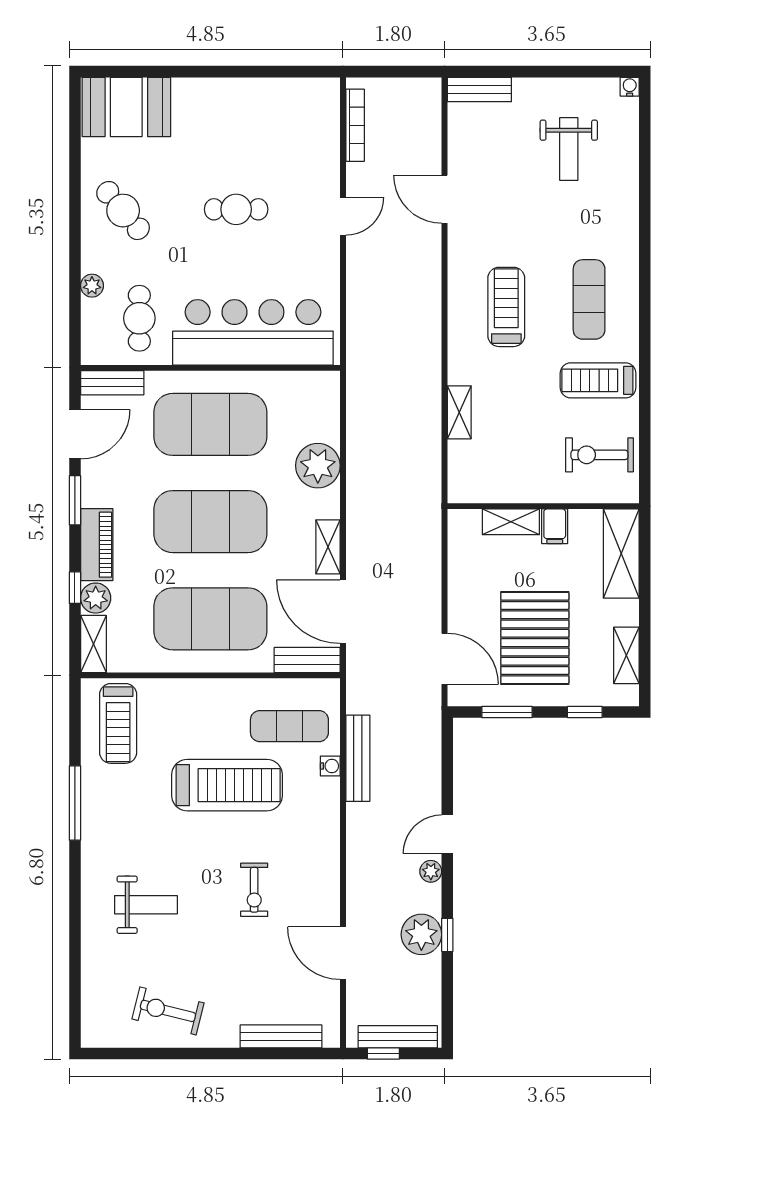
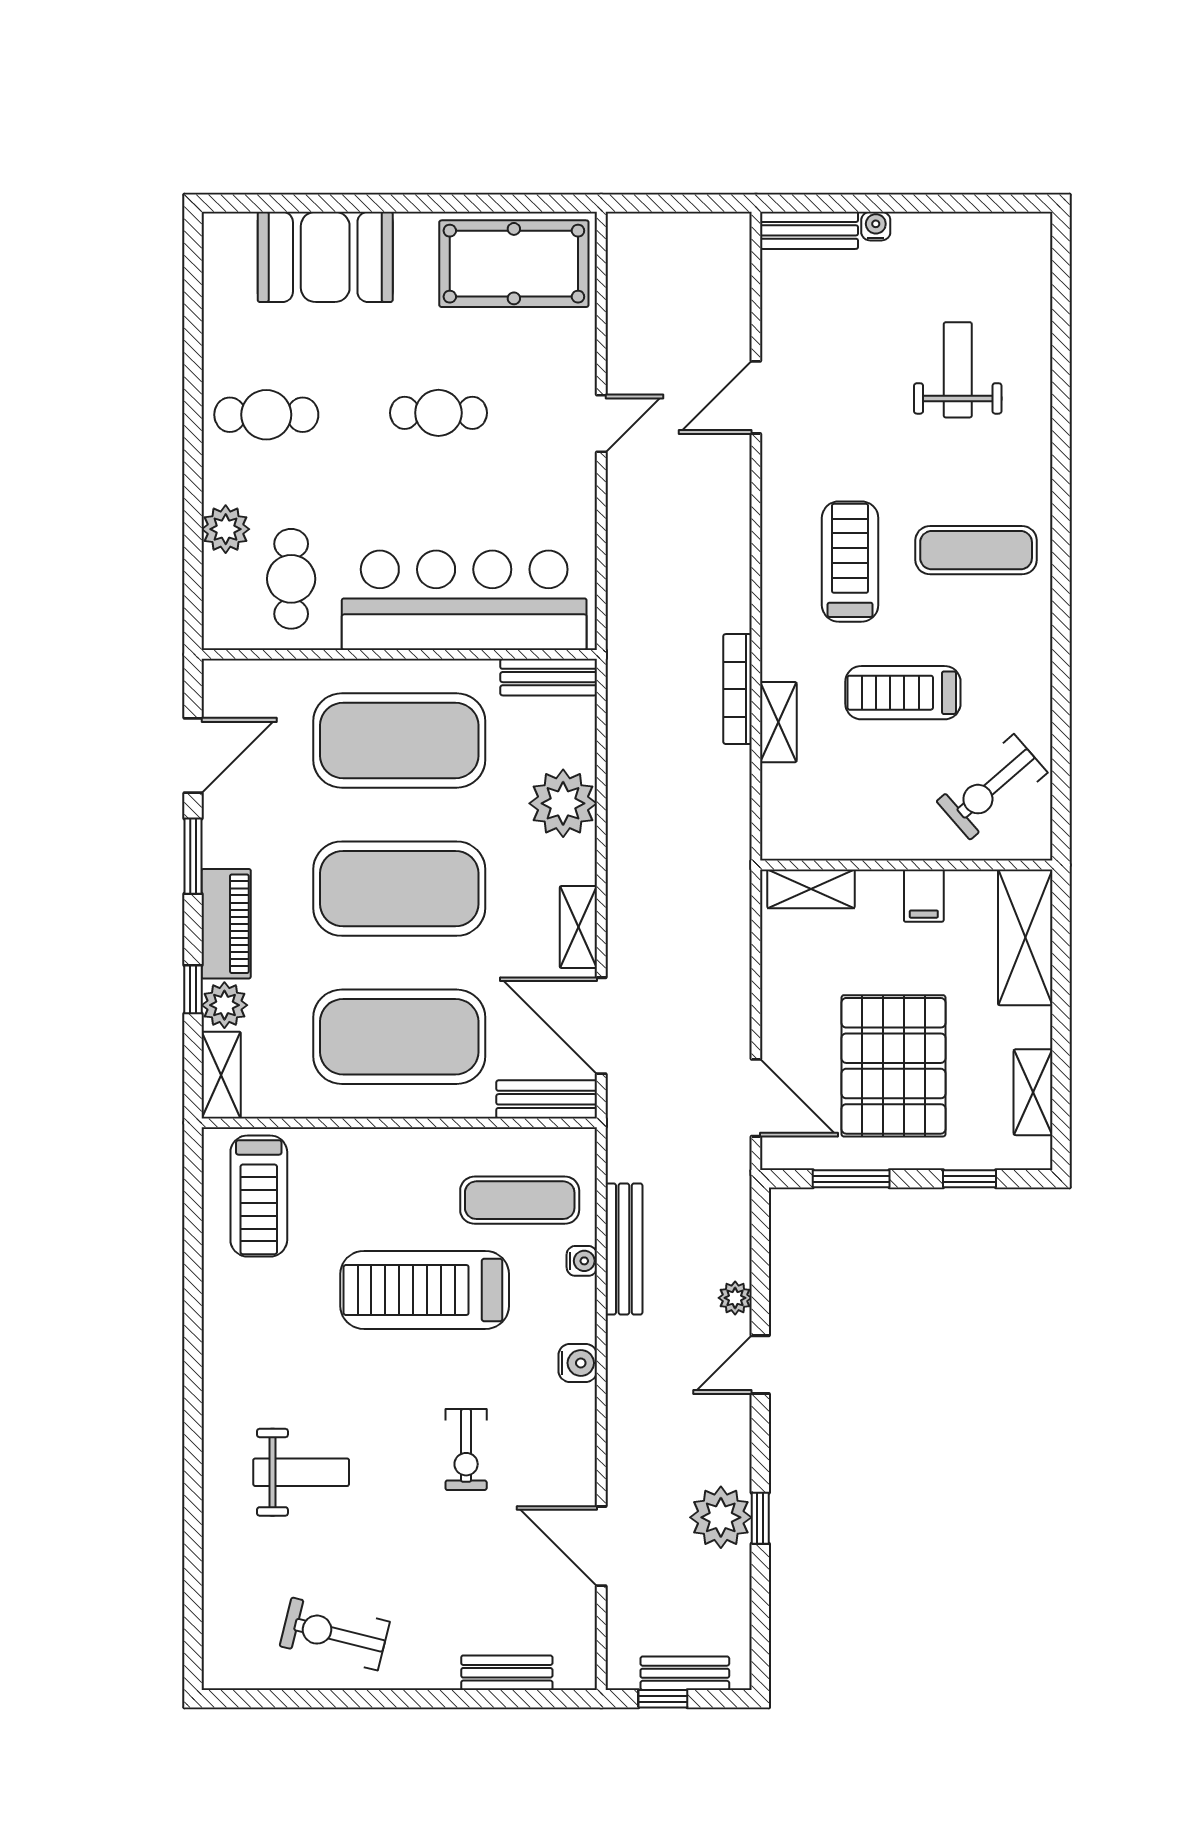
water cooler: (630, 87) -> (876, 226), moved
booth: (126, 107) -> (325, 257), moved
pool table: (286, 111) -> (514, 264), added
bookcase: (355, 125) -> (738, 689), moved, turned 180
weight bench: (569, 149) -> (958, 370), moved, turned 180
door: (445, 199) -> (756, 397), hinge flipped
cafe table: (123, 211) -> (266, 415), turned -50
plant: (92, 286) -> (226, 529), width x1.38, depth x1.38
exercise mat: (589, 299) -> (976, 550), turned 90
treadmill: (598, 380) -> (903, 693), moved
bench: (112, 383) -> (549, 677), moved
exercise bike: (599, 455) -> (992, 787), turned -41
shelving: (511, 522) -> (811, 889), moved
treadmill: (227, 785) -> (425, 1290), turned 180
window: (75, 803) -> (193, 1317), removed
water cooler: (328, 833) -> (578, 1363), added
plant: (431, 871) -> (735, 1298), moved
bench: (281, 1036) -> (507, 1673), width x0.73
bench: (398, 1037) -> (685, 1673), width x0.73

